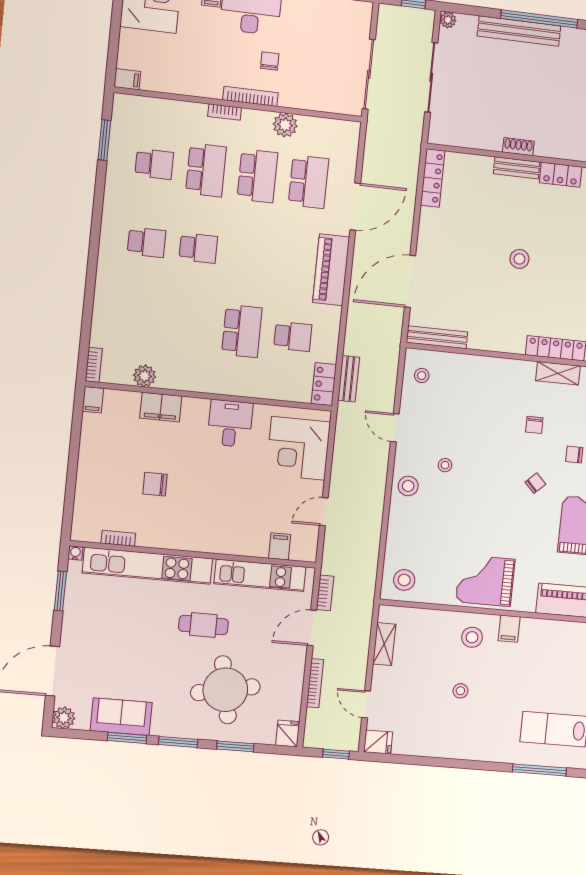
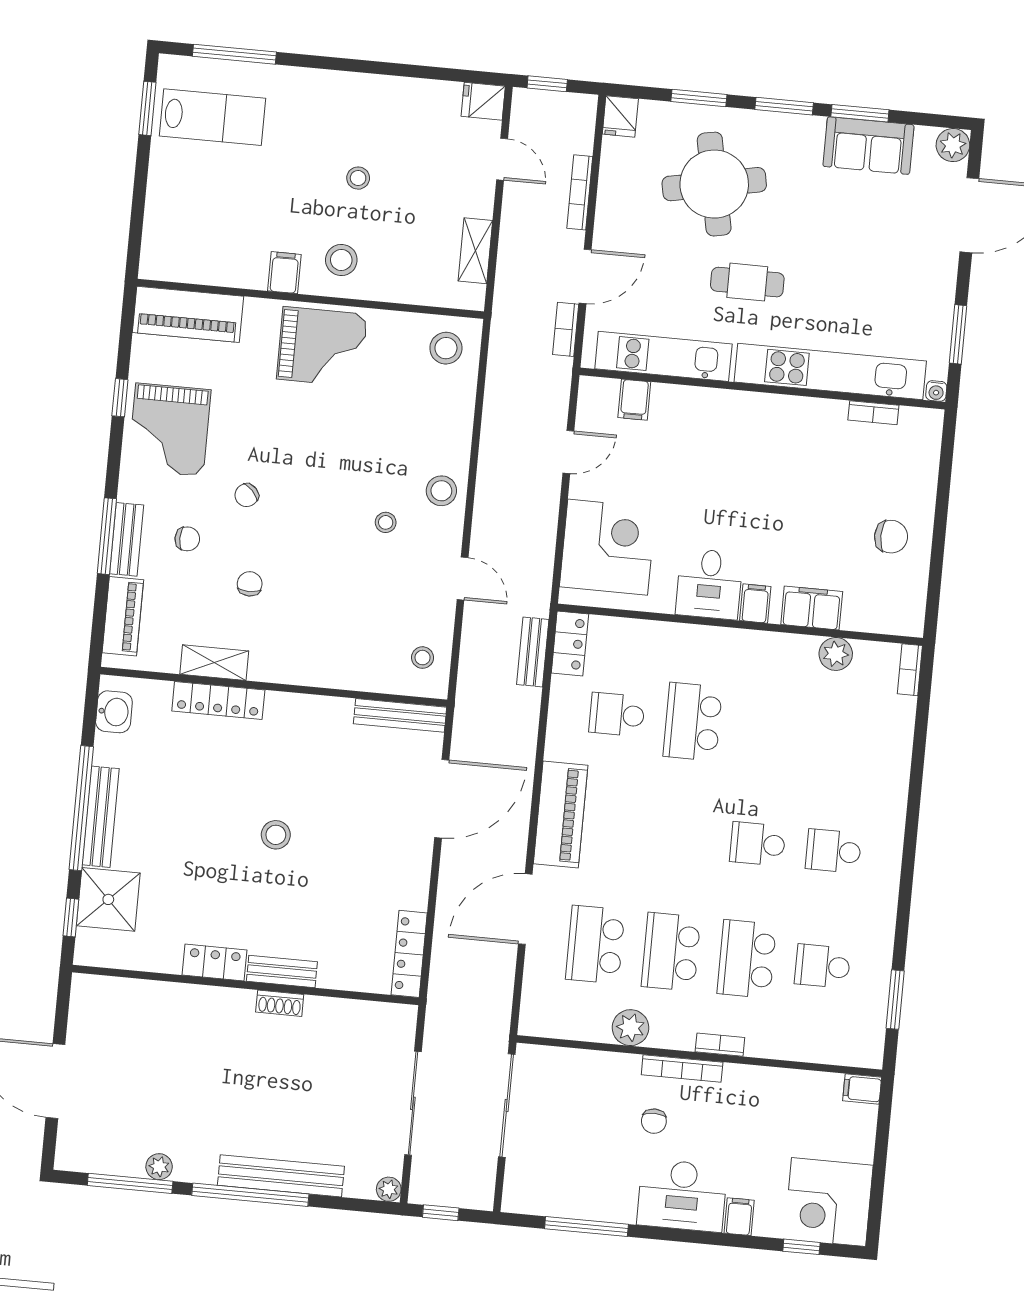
filing cabinet: (93, 400) -> (755, 604), moved
chair: (155, 484) -> (891, 537), moved

